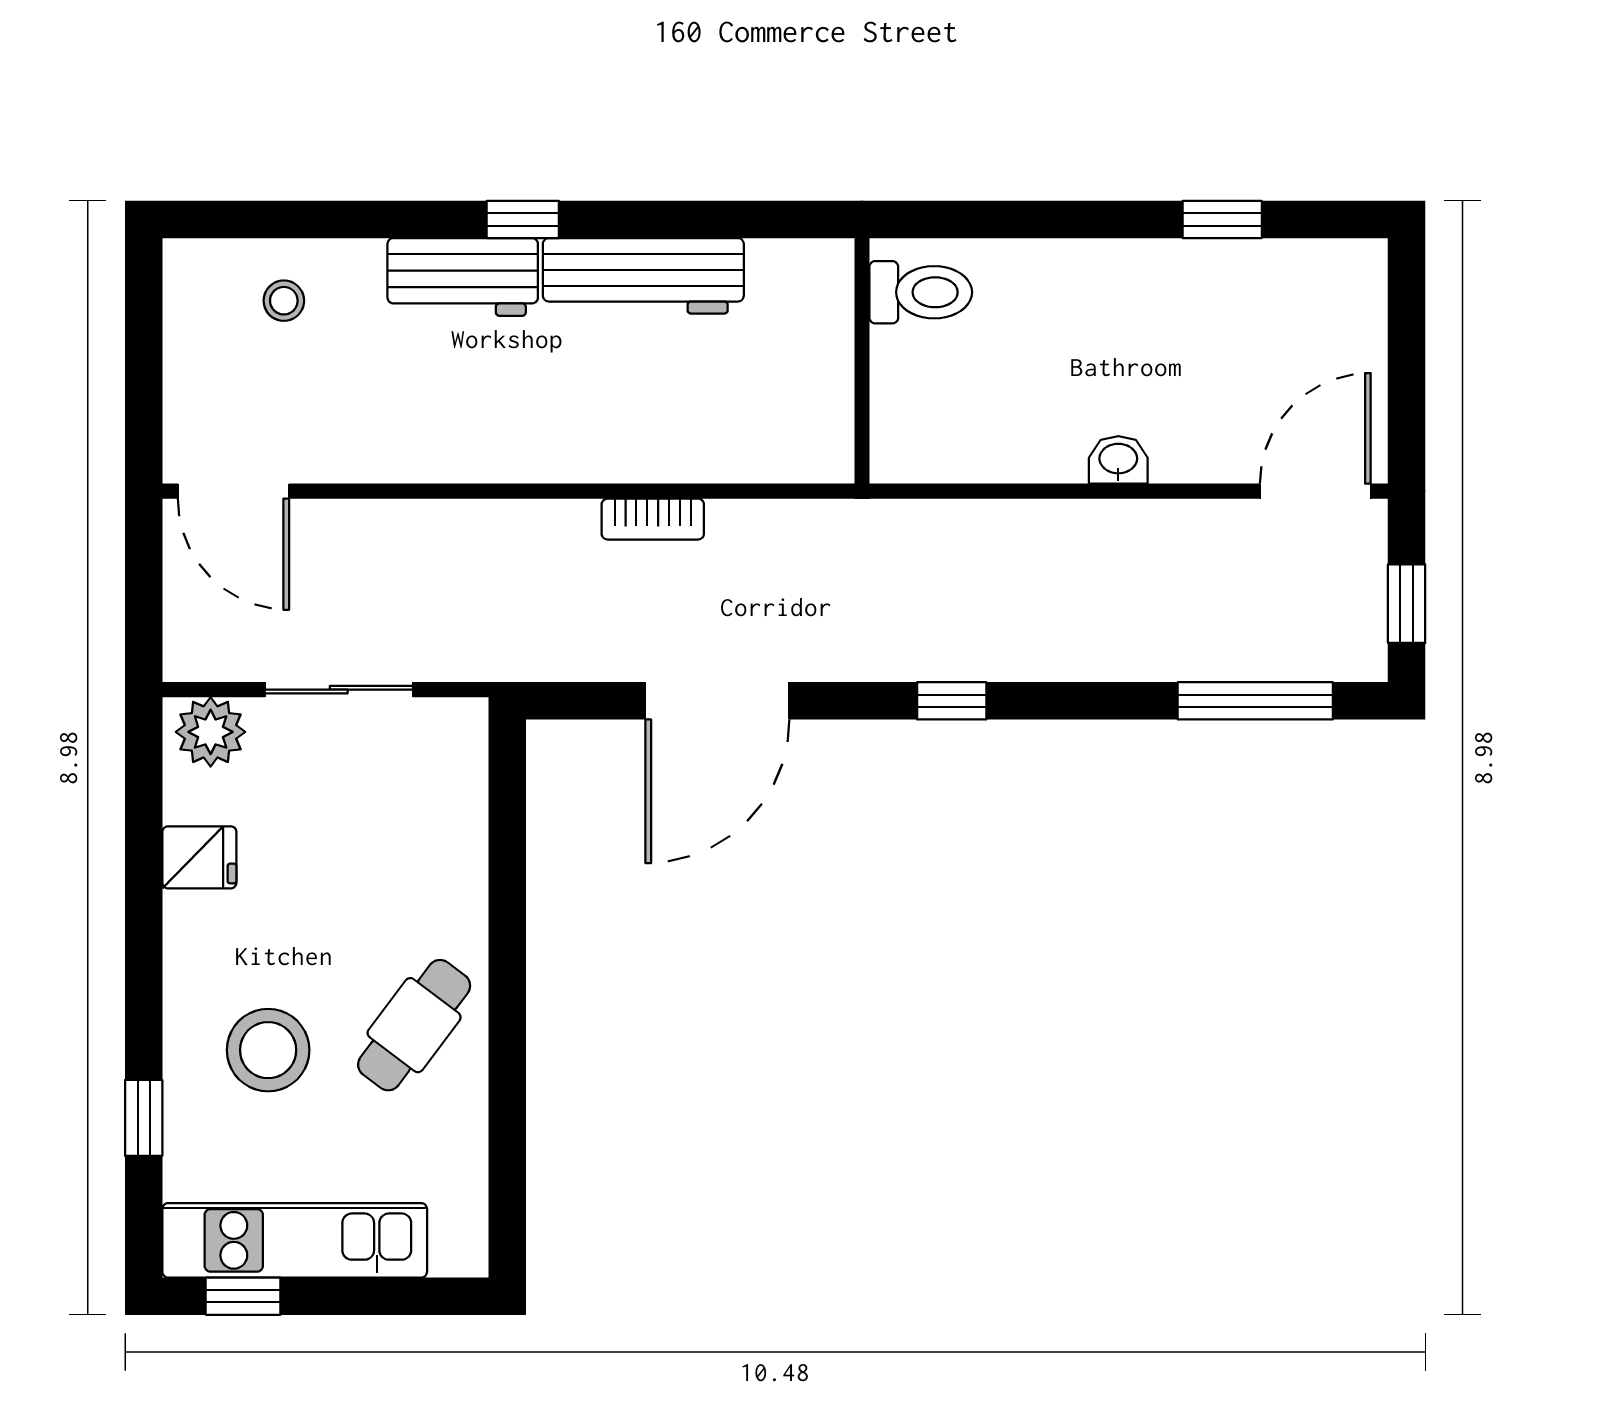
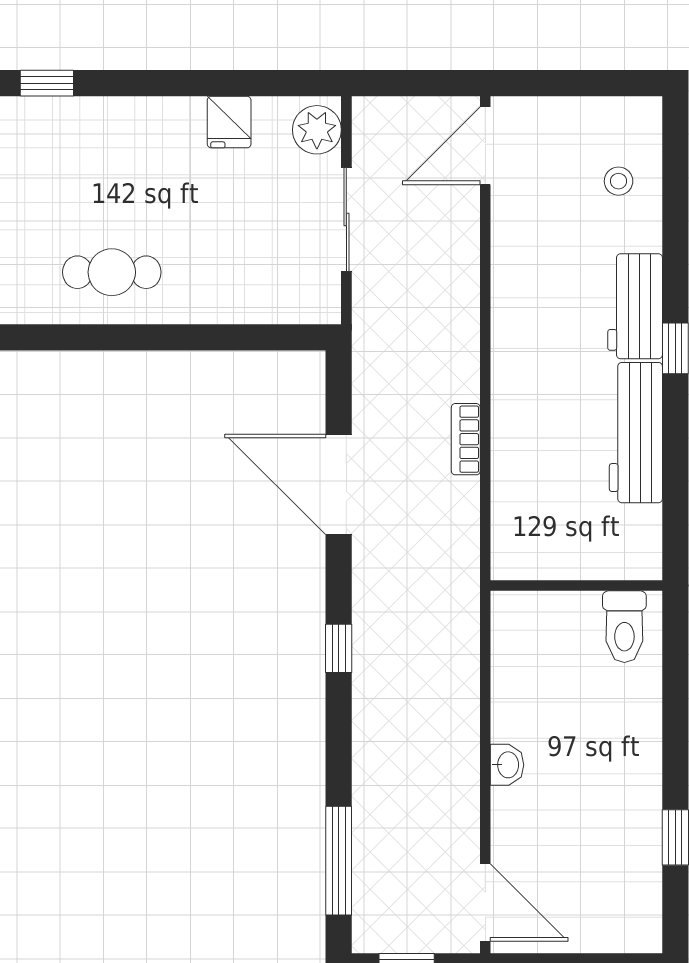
cafe table: (414, 1025) -> (112, 272), turned -37
stool: (268, 1050) -> (94, 170), removed

